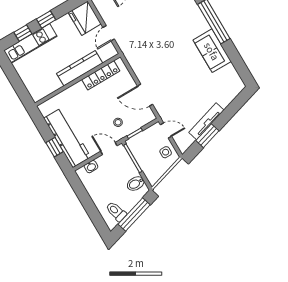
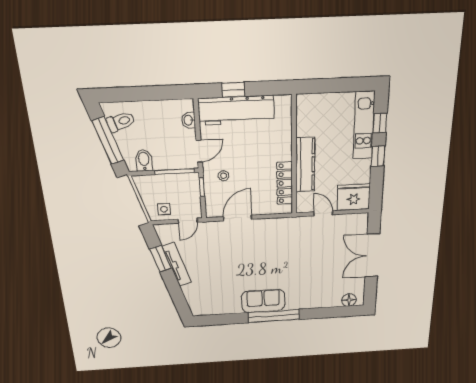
sofa: (212, 51) -> (263, 301), moved

